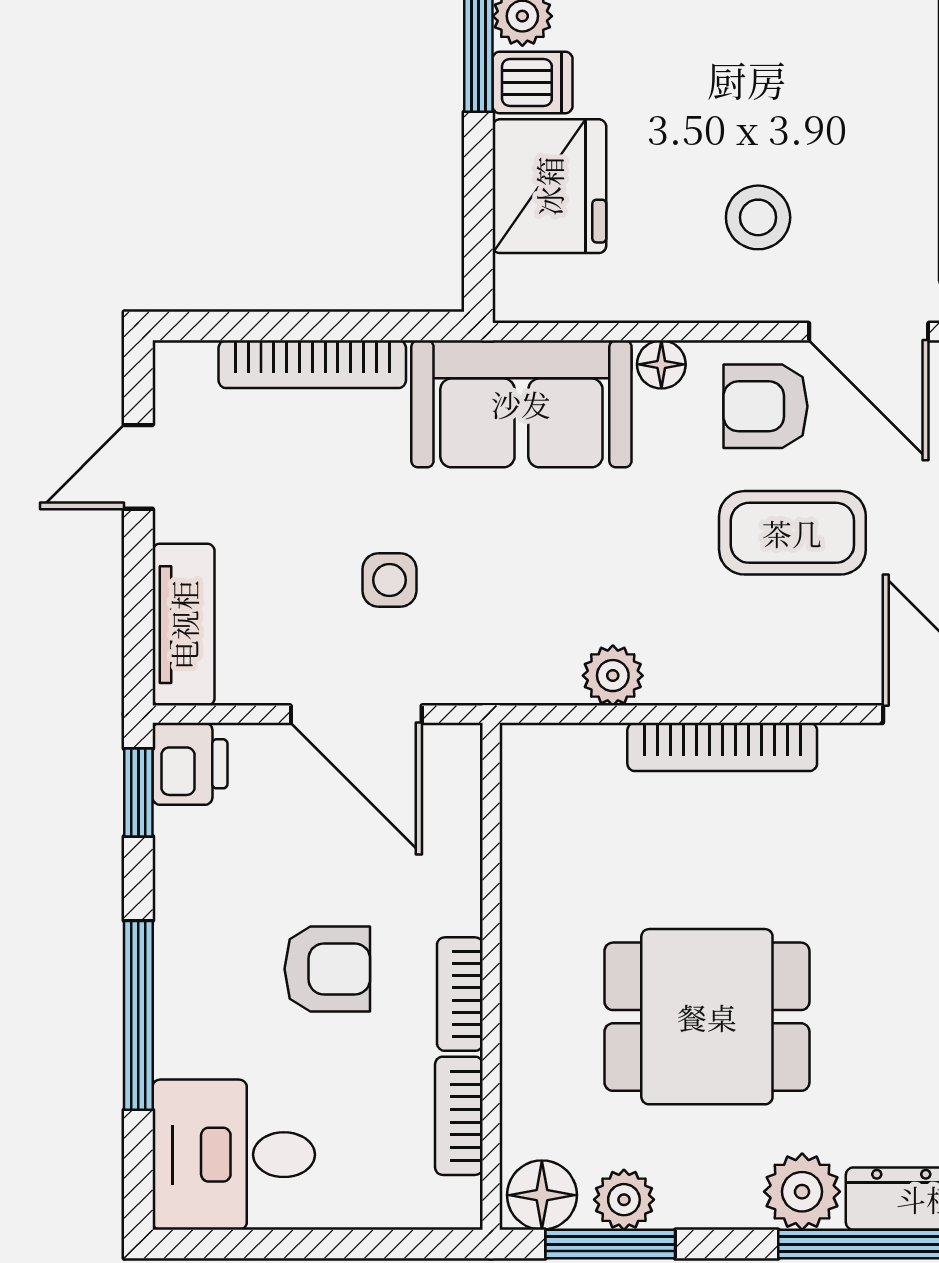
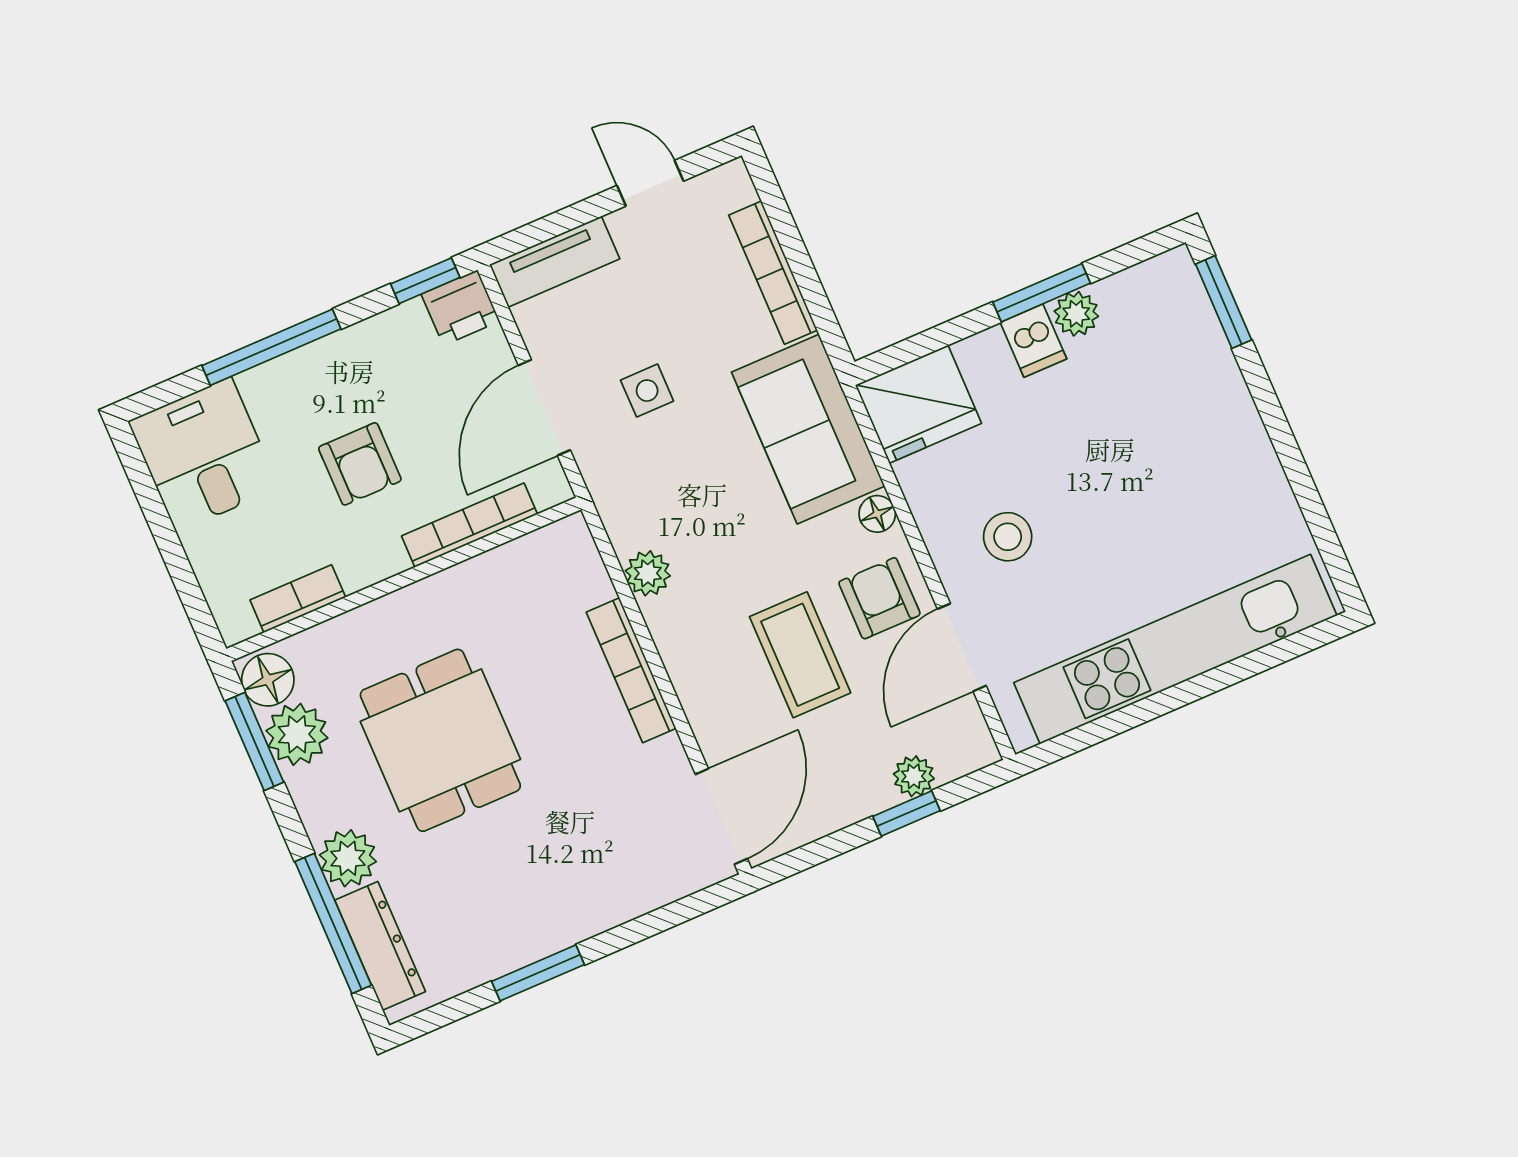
fridge: (549, 186) -> (918, 404), moved
bookcase: (460, 994) -> (470, 525), moved, width x1.56
plant: (624, 1200) -> (297, 734), width x1.38, depth x1.38

